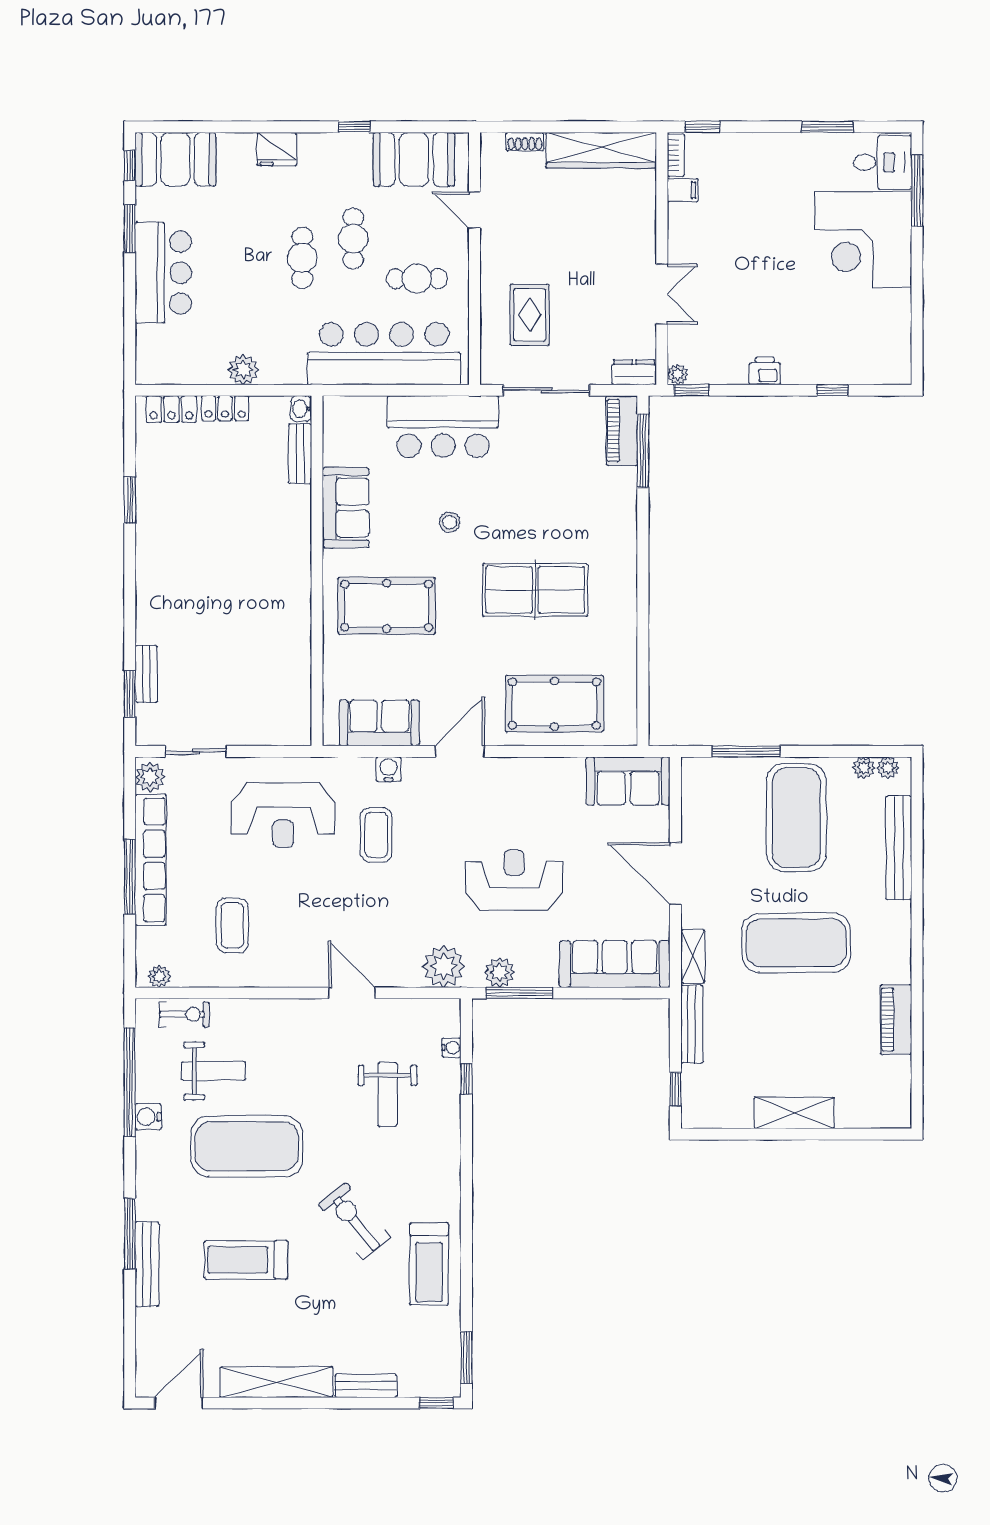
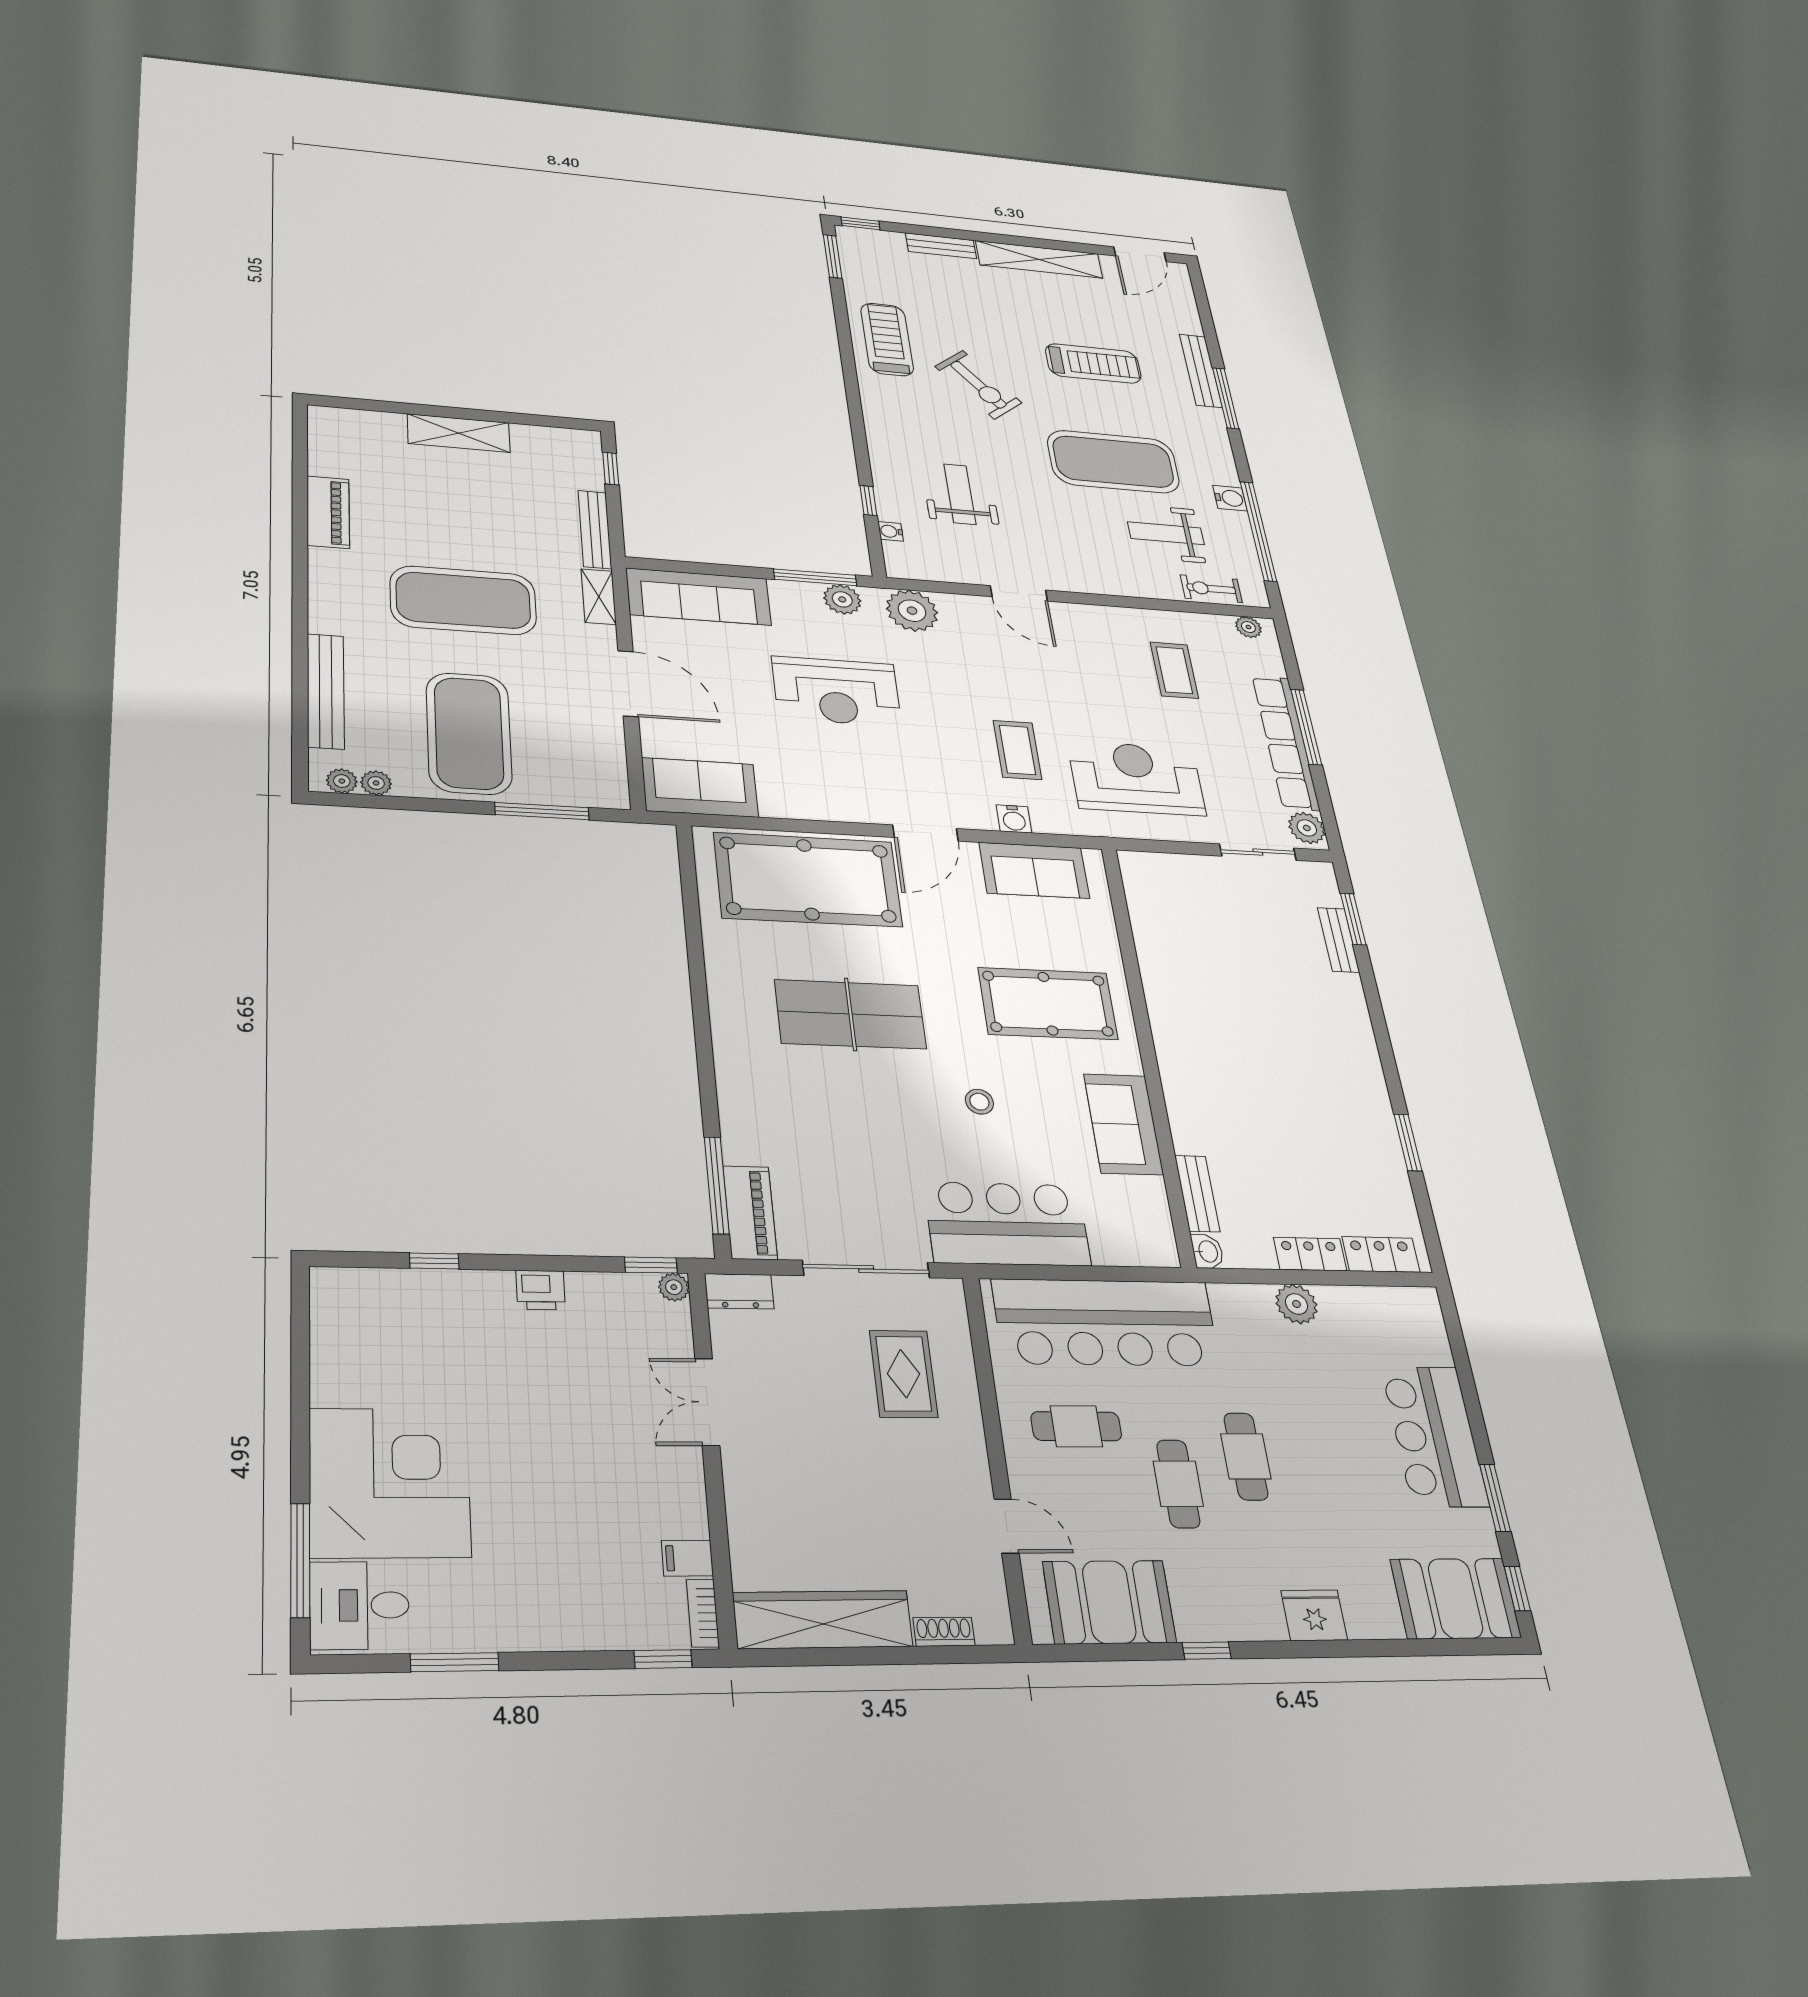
pool table: (554, 704) -> (808, 880), width x1.36, depth x1.32

